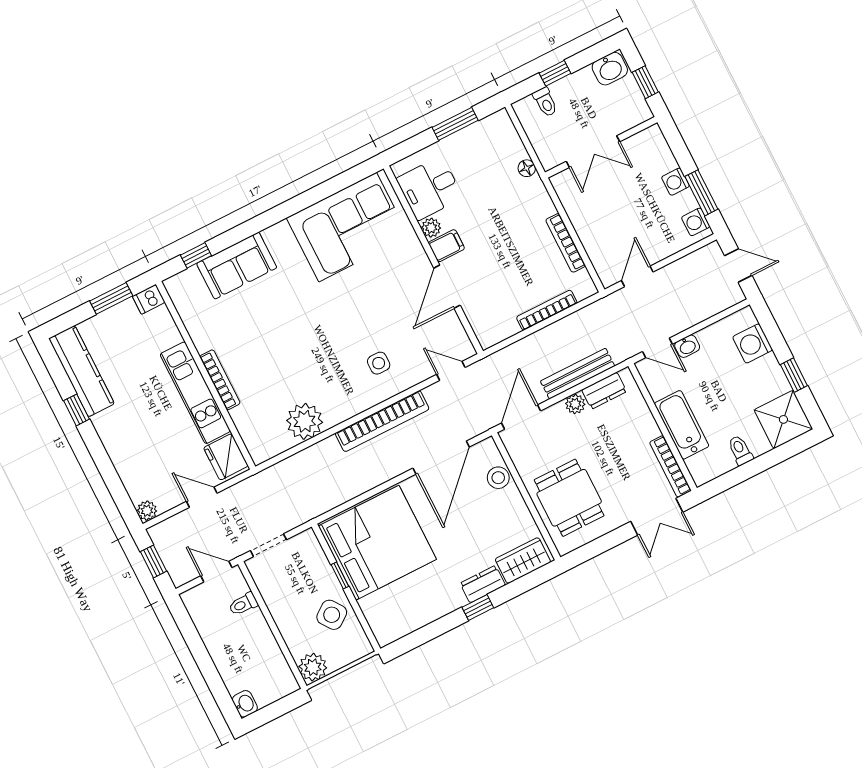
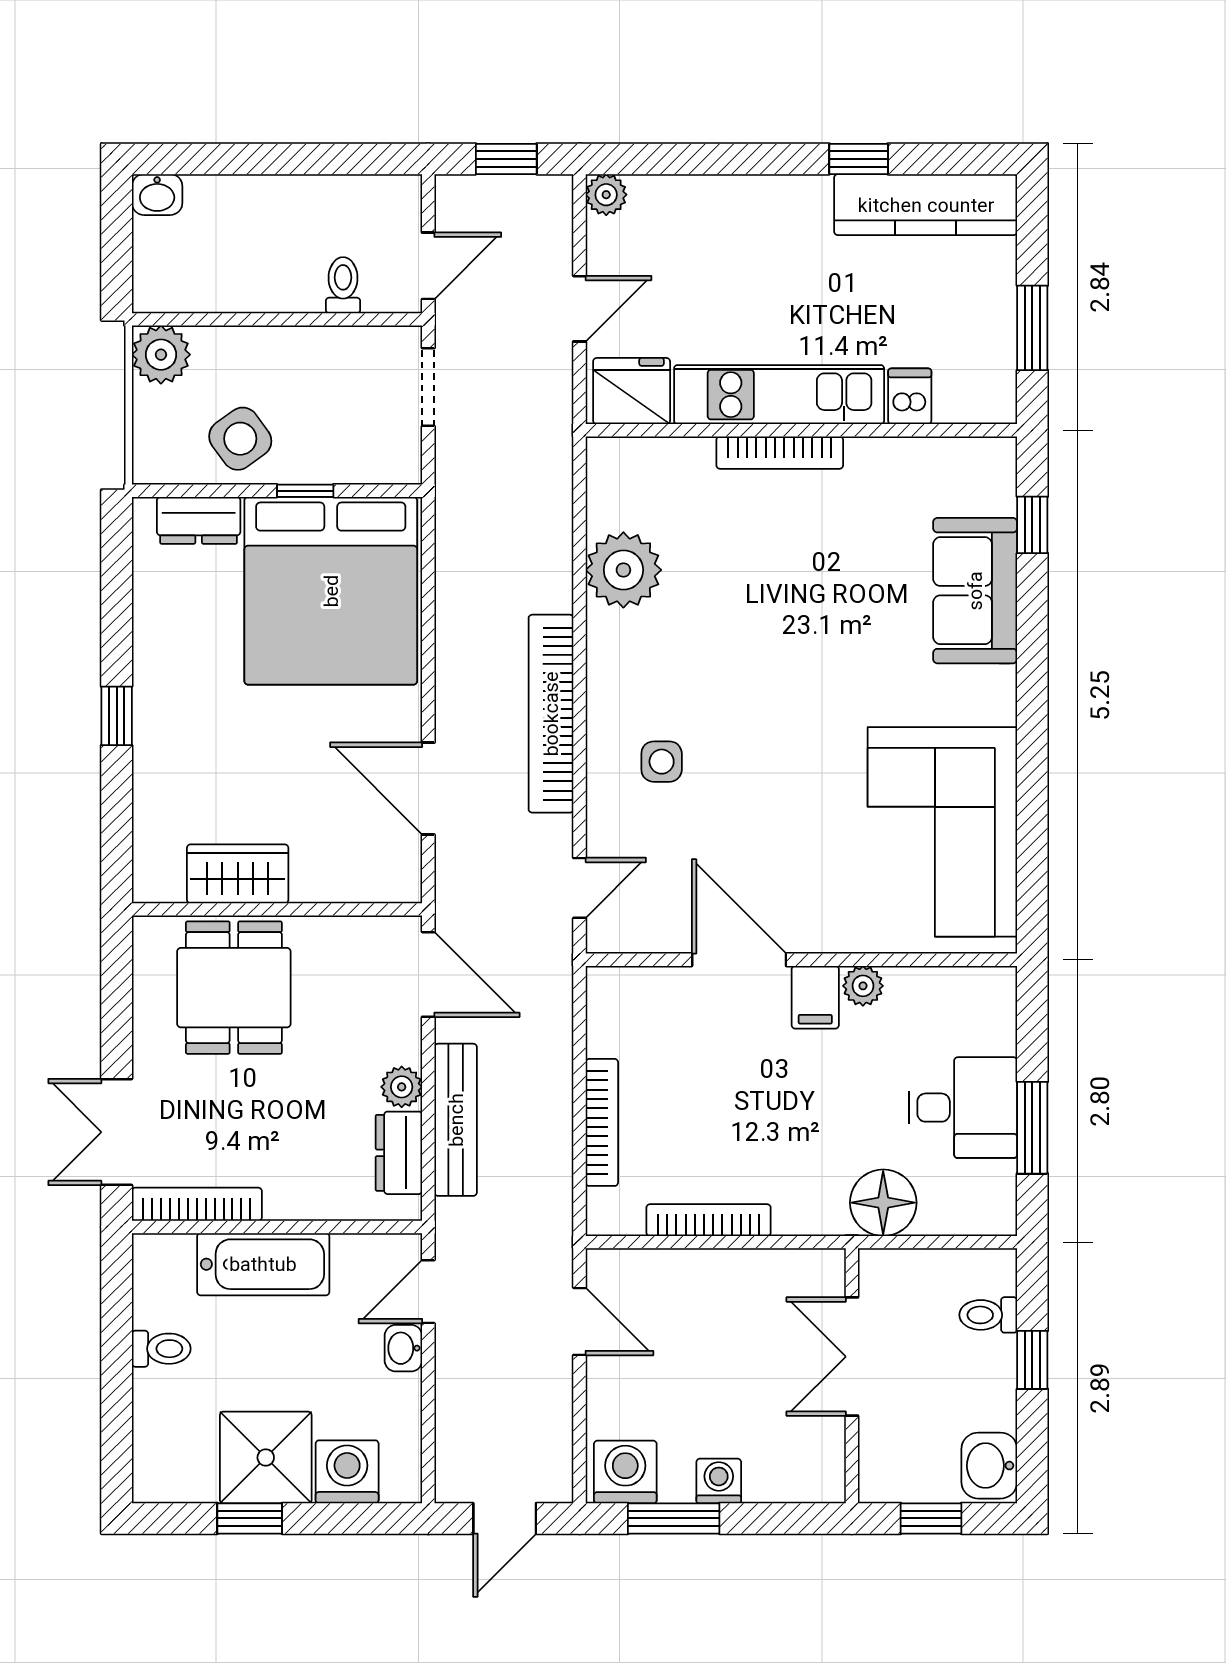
floor lamp: (527, 168) -> (883, 1203), width x1.89, depth x1.89
desk: (430, 188) -> (963, 1108), moved, turned 90
washing machine: (696, 222) -> (625, 1472), width x1.38, depth x1.38
dishwasher: (149, 299) -> (910, 396), moved
shower: (783, 419) -> (266, 1458), moved
door: (441, 458) -> (428, 789), width x0.73
stool: (498, 478) -> (337, 875), removed
dining table: (569, 498) -> (234, 988), turned 90
wardrobe: (523, 561) -> (238, 874), moved, turned -90
dresser: (483, 584) -> (199, 520), moved, turned 90

